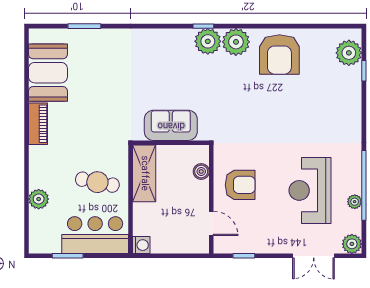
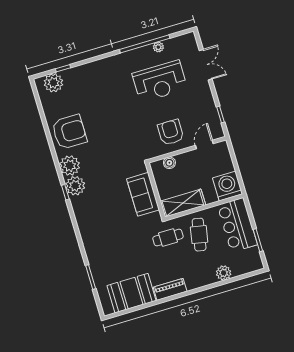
cafe table: (105, 141) -> (168, 238), added
plant: (352, 244) -> (189, 40), removed
washing machine: (141, 245) -> (228, 186), width x1.89, depth x1.89

